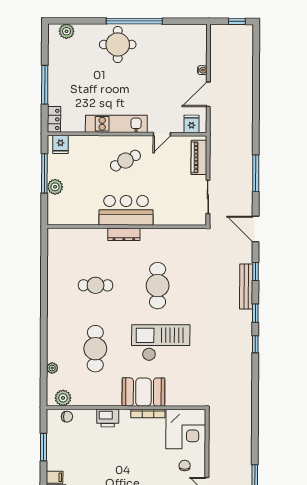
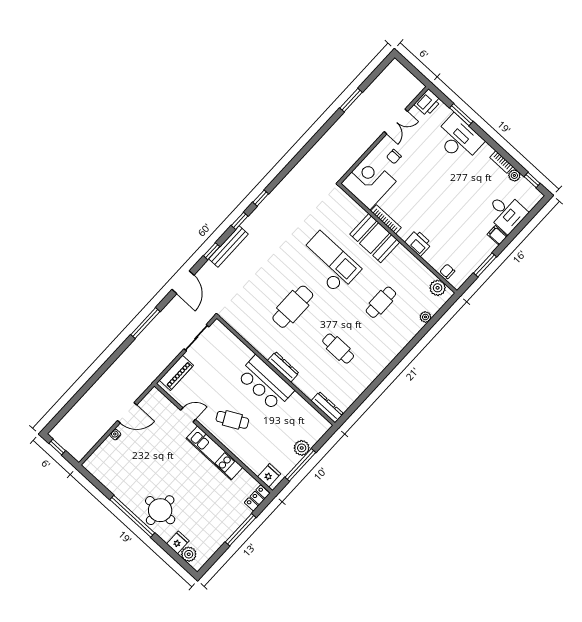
fridge: (192, 124) -> (178, 542), moved, turned 180
dresser: (64, 234) -> (327, 407), added
checkout: (161, 343) -> (329, 263), turned 180
cafe table: (95, 349) -> (381, 302), width x0.73, depth x0.74

